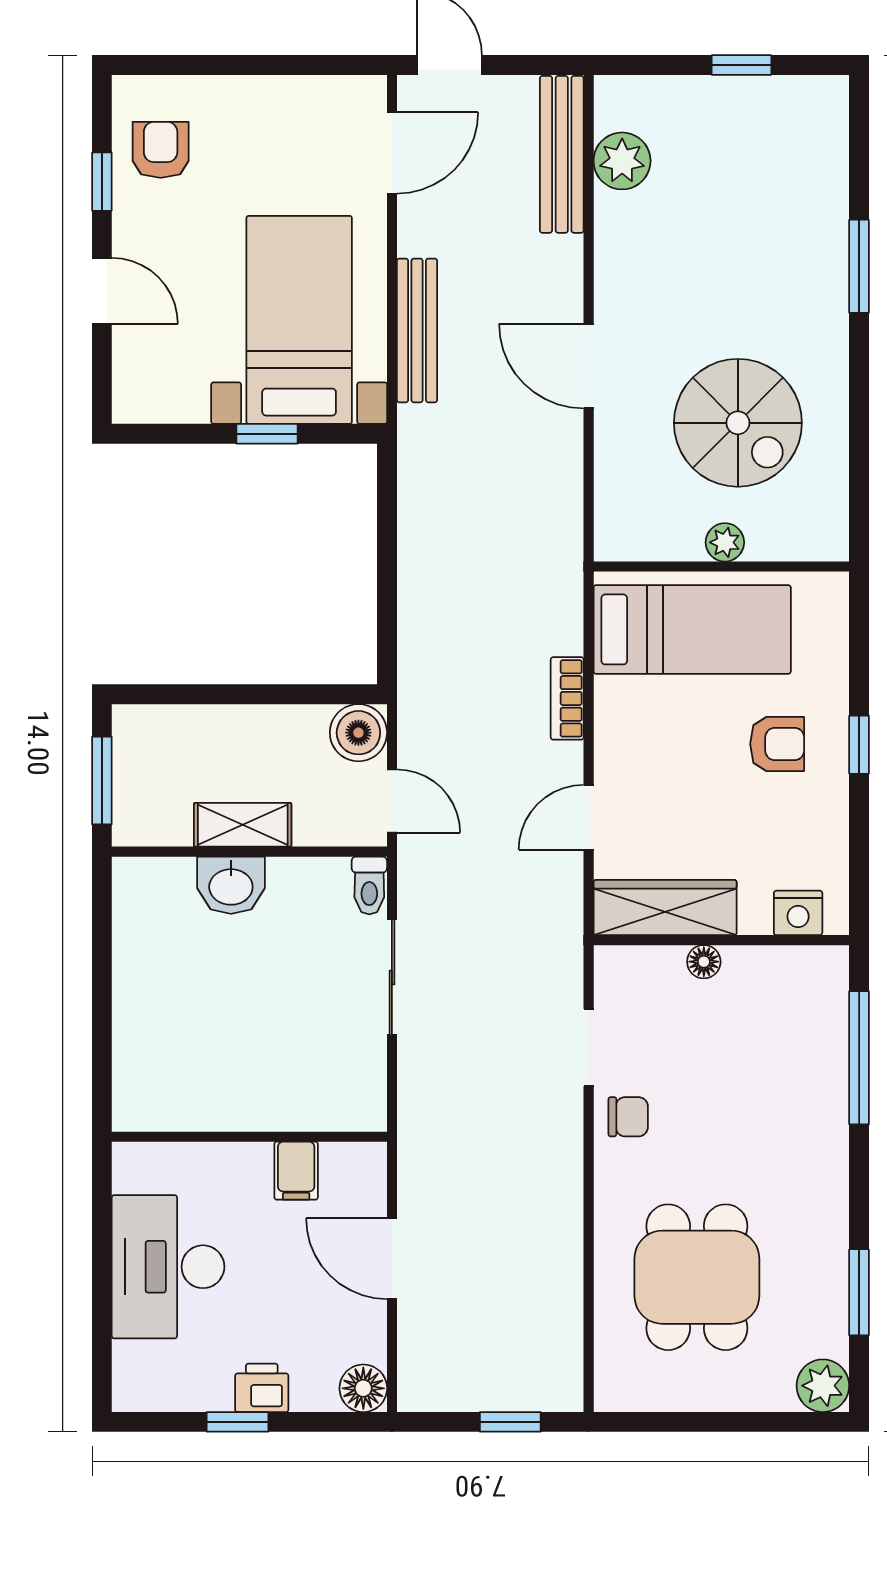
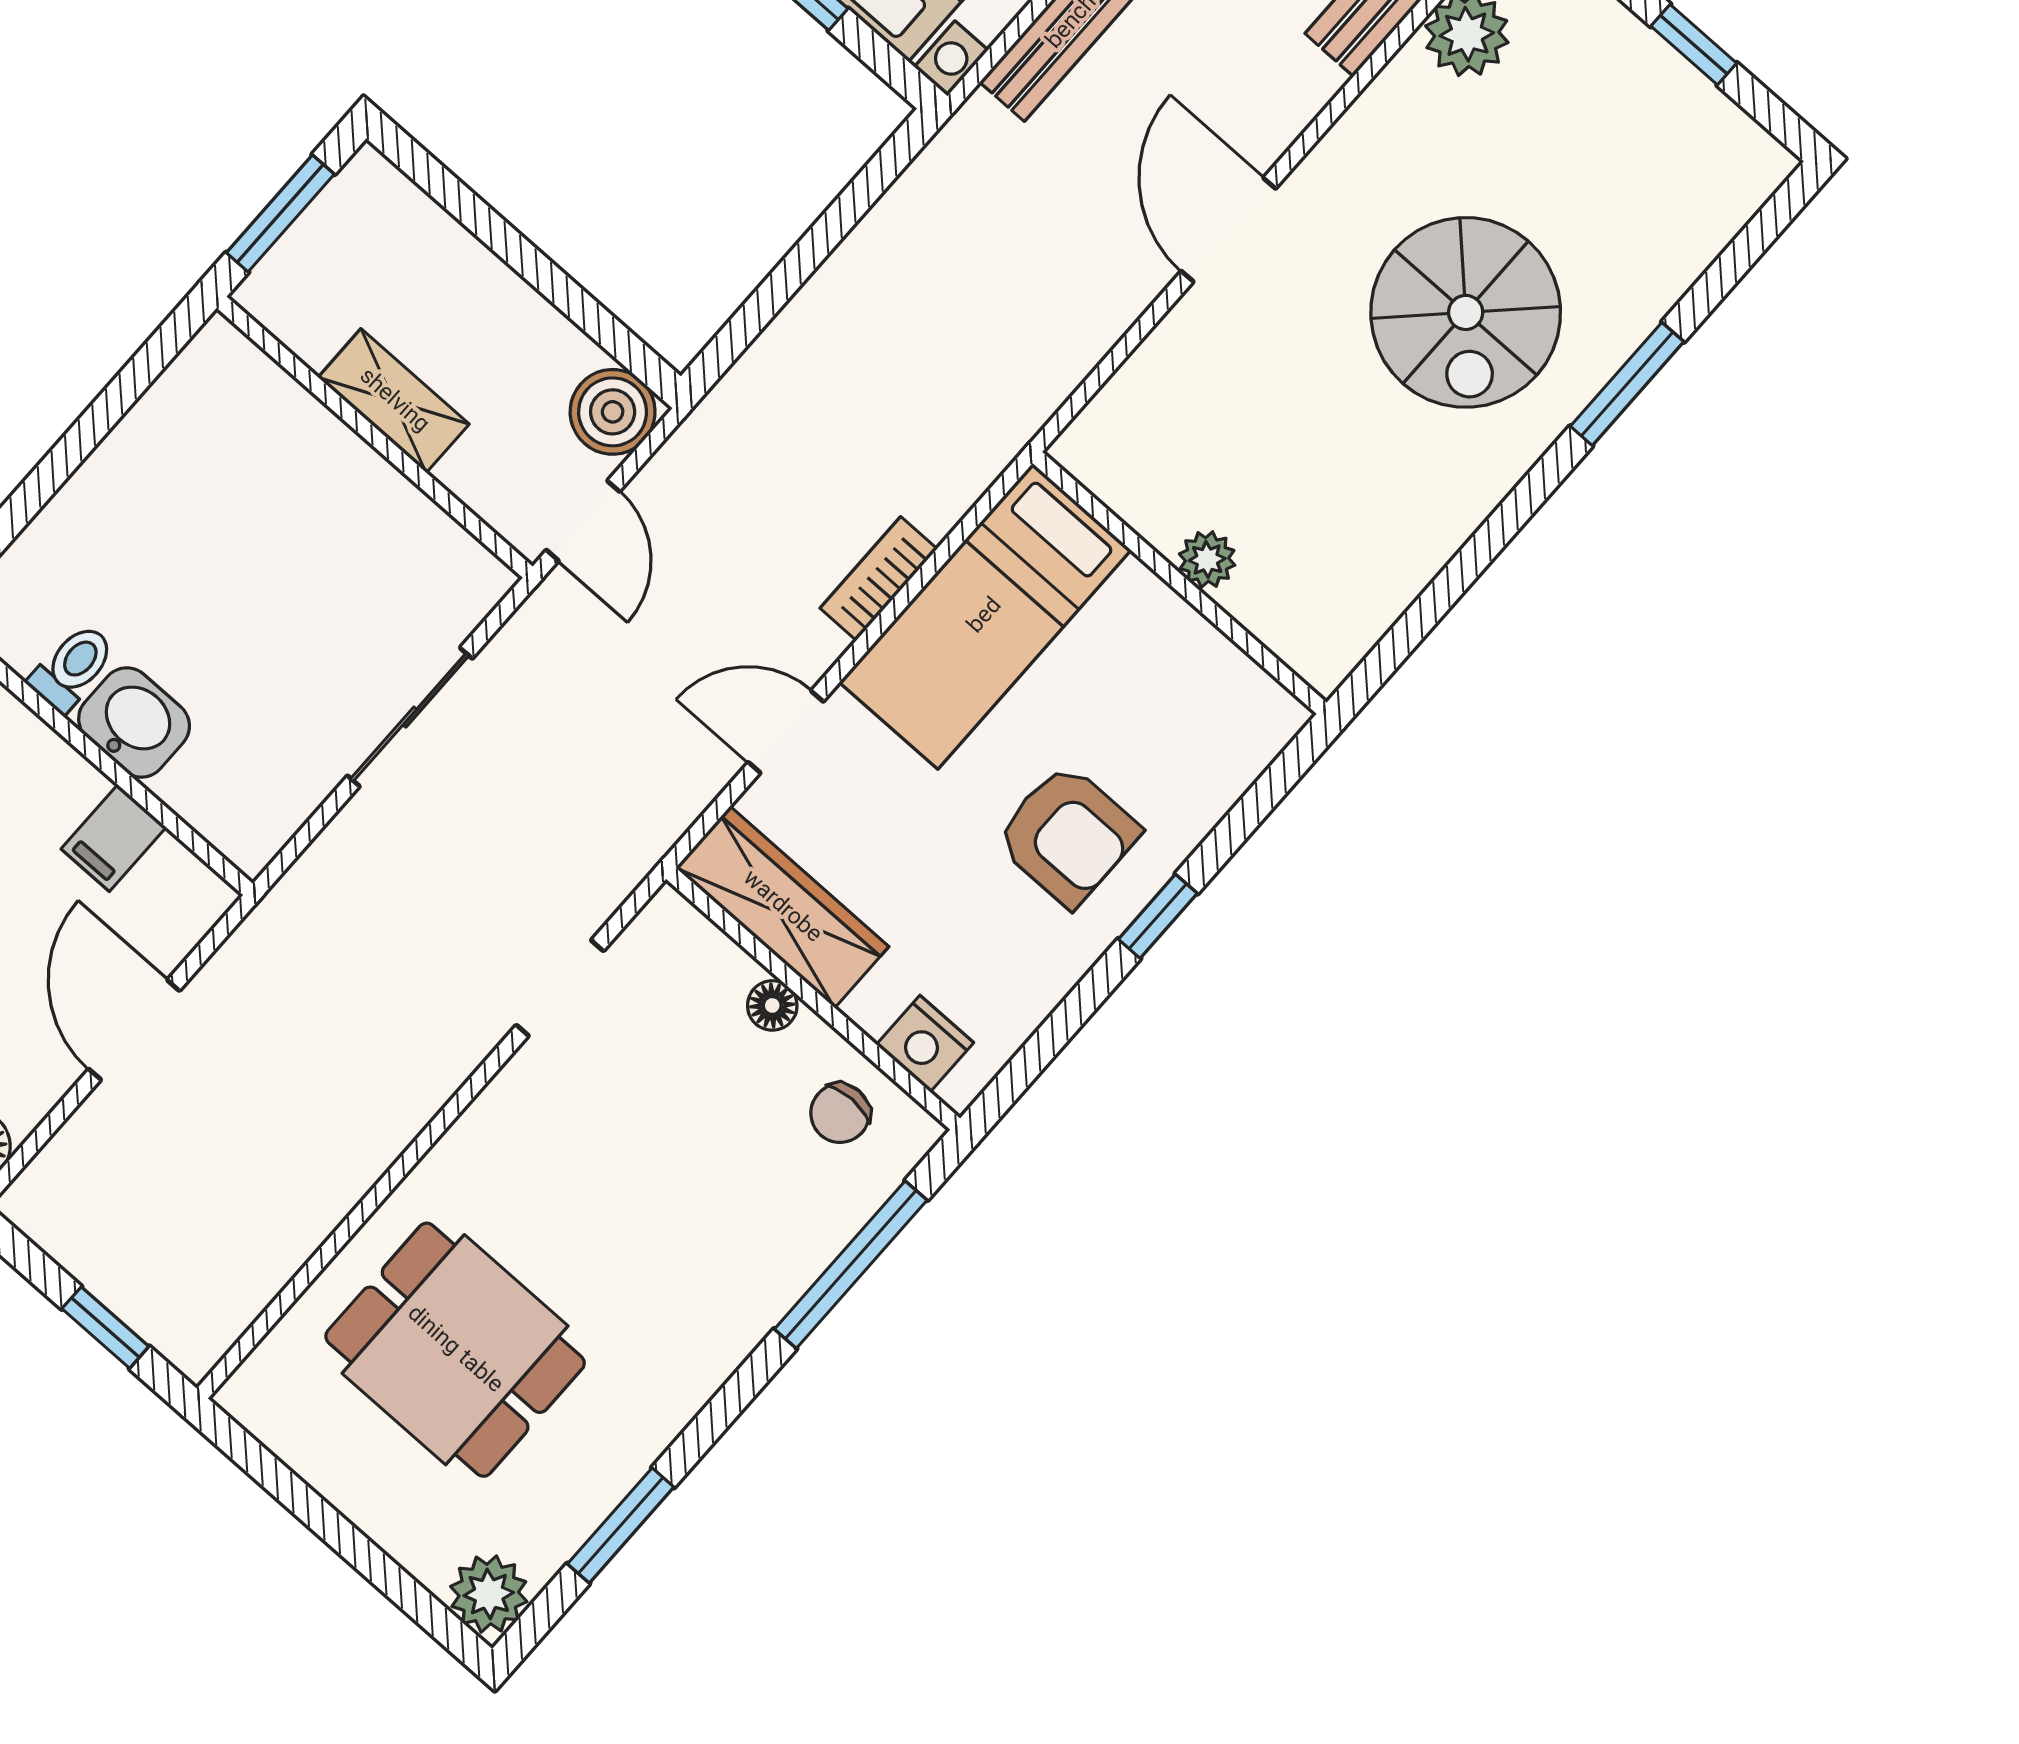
spiral stairs: (738, 423) -> (1466, 312), moved
bed: (692, 629) -> (985, 616), moved, turned 90
armchair: (777, 744) -> (1067, 835), width x1.38, depth x1.38
washbasin: (231, 885) -> (134, 722), moved, turned 180
toilet: (369, 885) -> (72, 668), moved, turned 180
chair: (628, 1117) -> (840, 1113), moved, turned 90
dining table: (697, 1277) -> (455, 1350), turned 90

